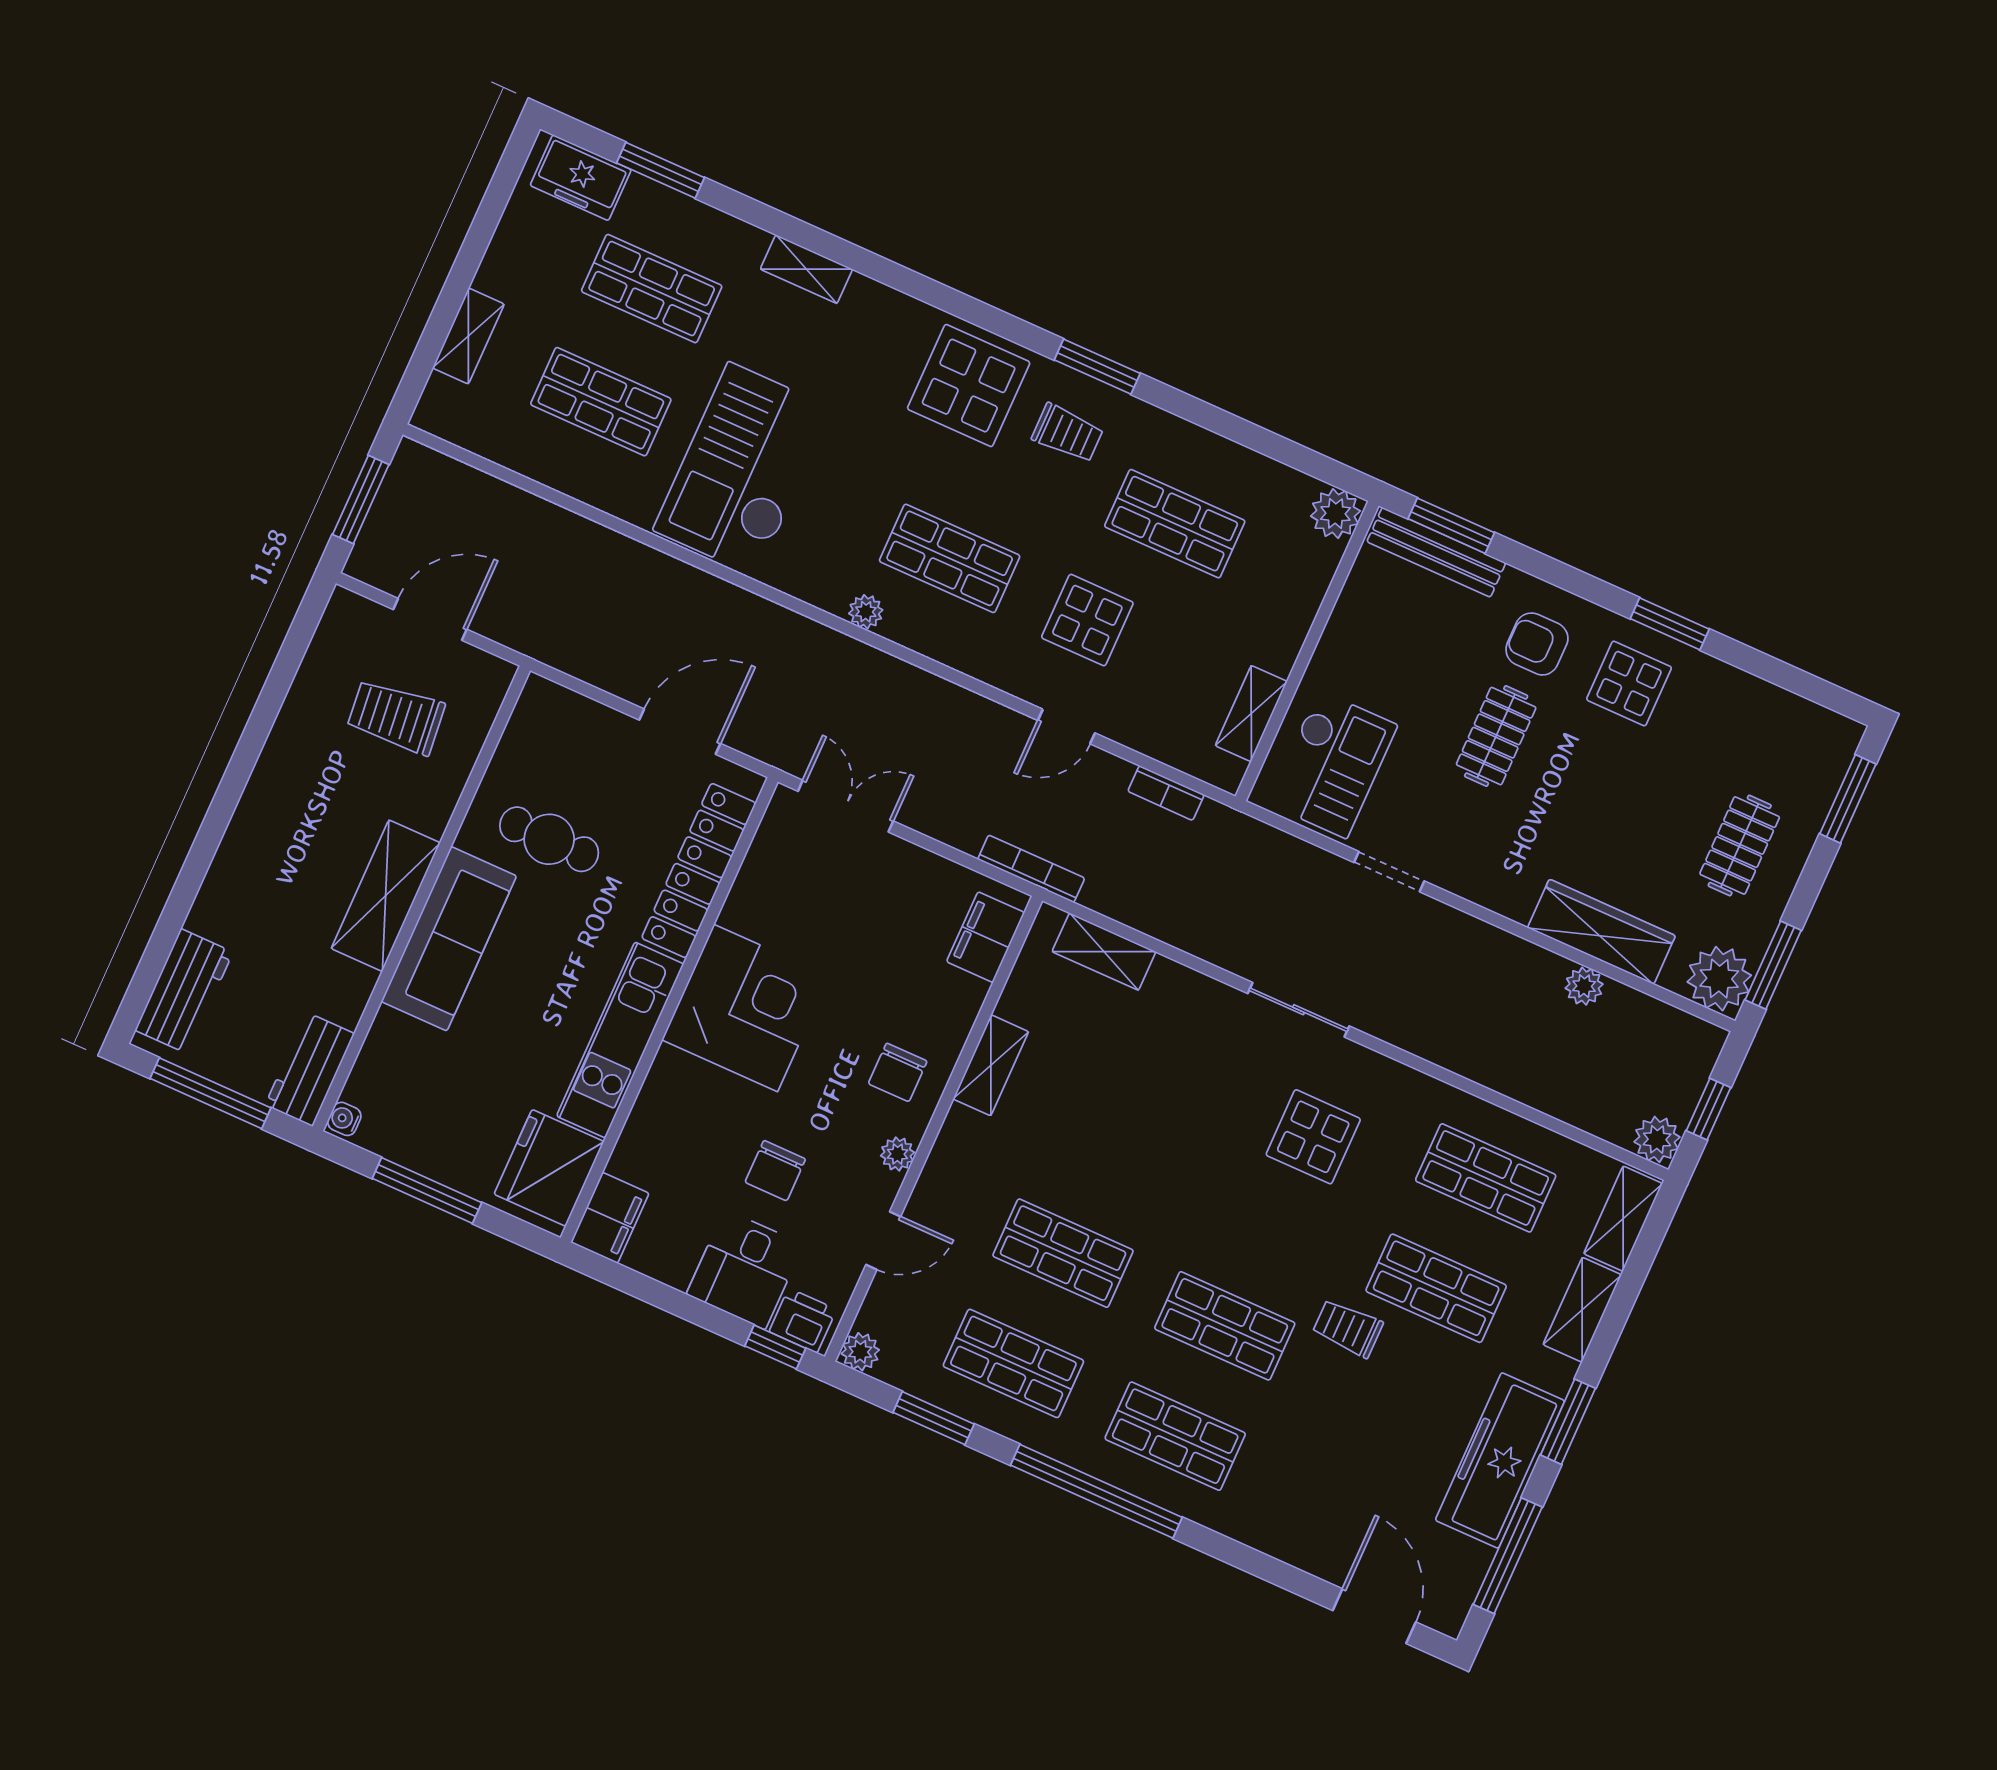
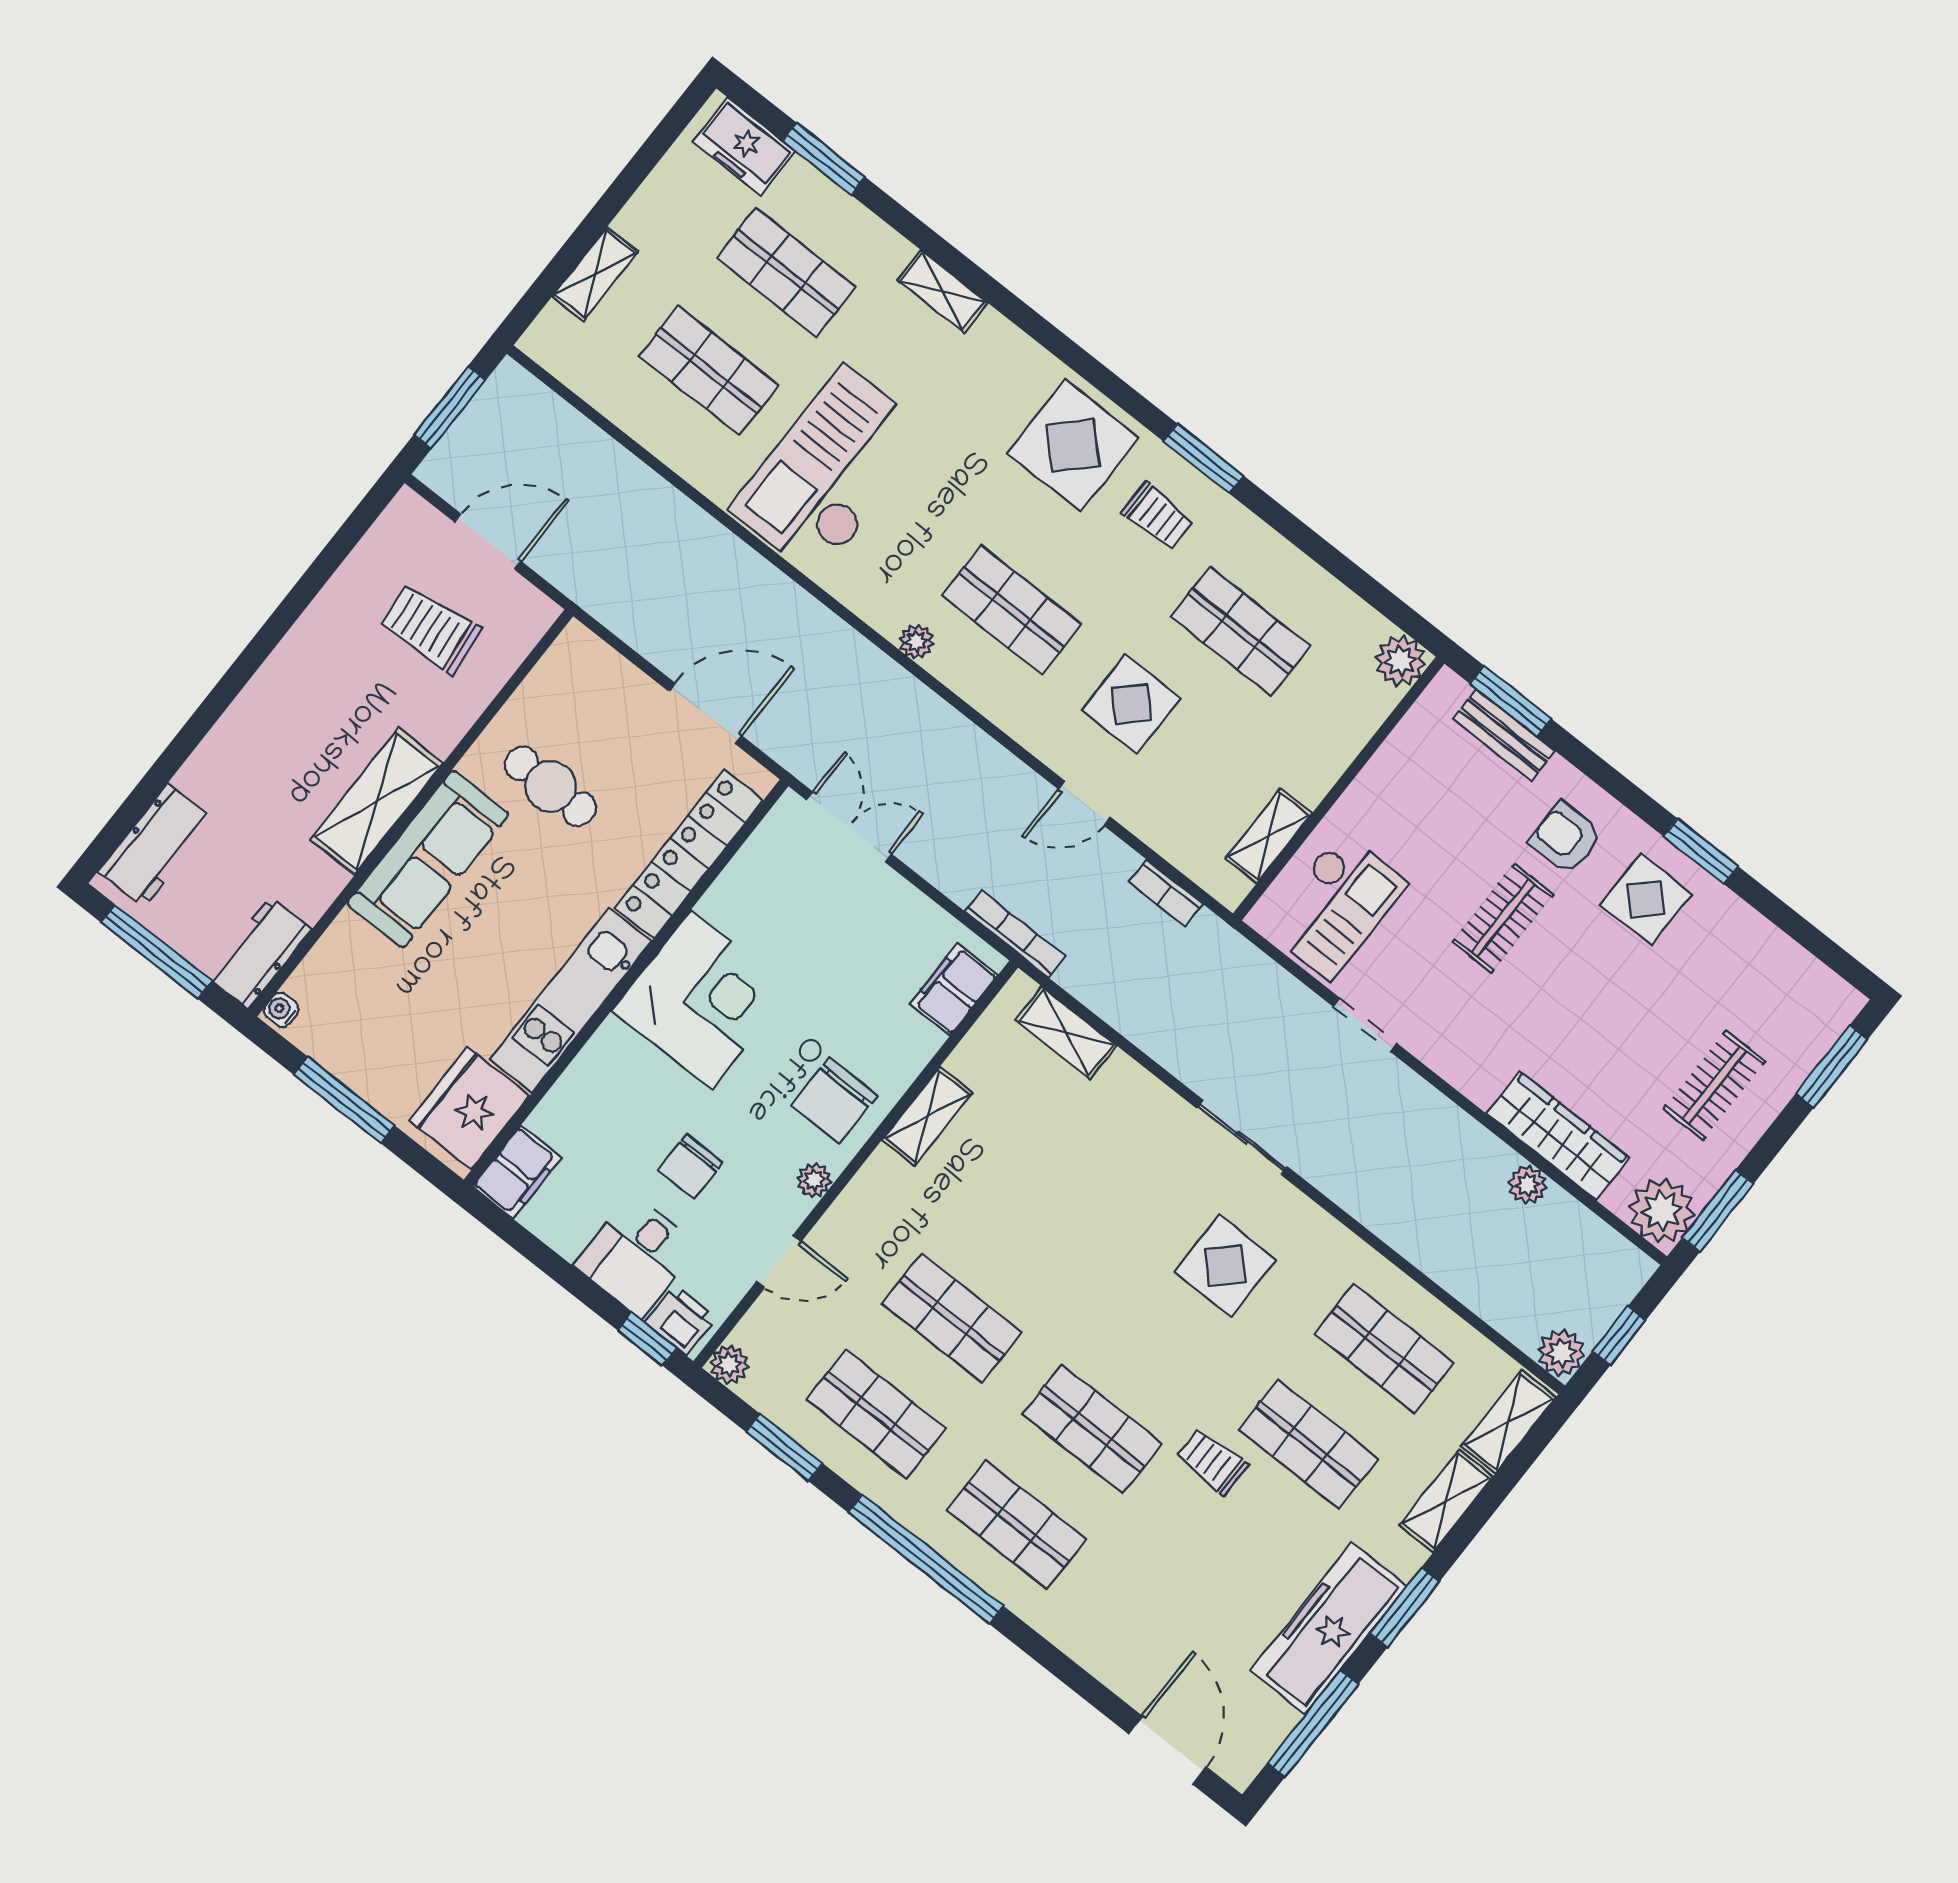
bench: (1436, 552) -> (1504, 735), width x0.73
chair: (898, 1072) -> (834, 1100), width x1.37, depth x1.37

